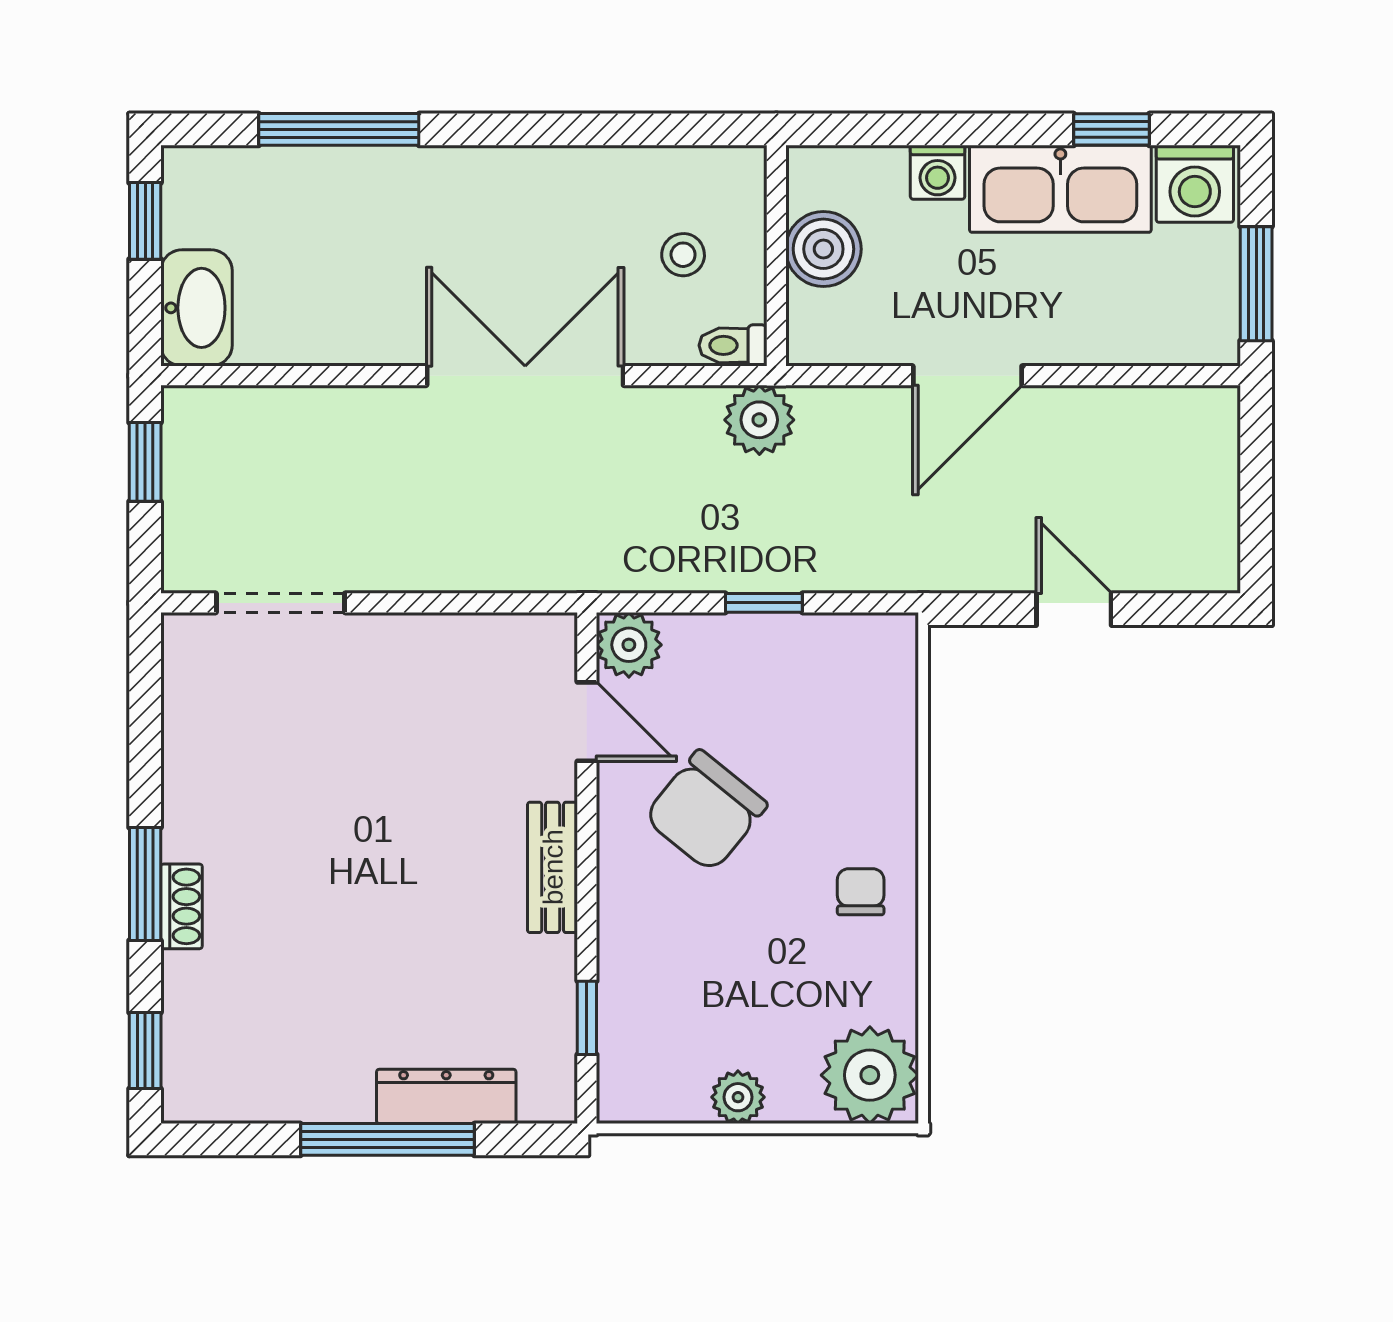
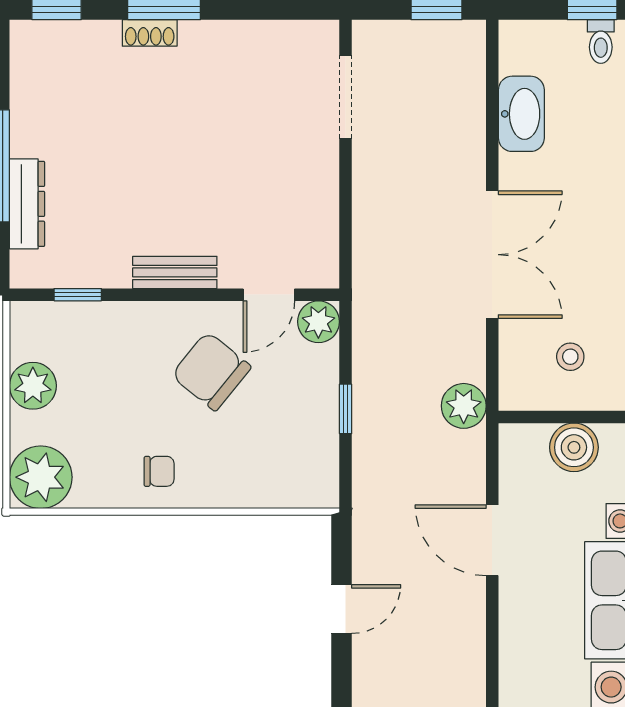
washbasin: (196, 308) -> (521, 114), moved, turned -90
toilet: (733, 345) -> (601, 42), moved, turned 180
plant: (738, 1097) -> (33, 386), width x1.38, depth x1.38

